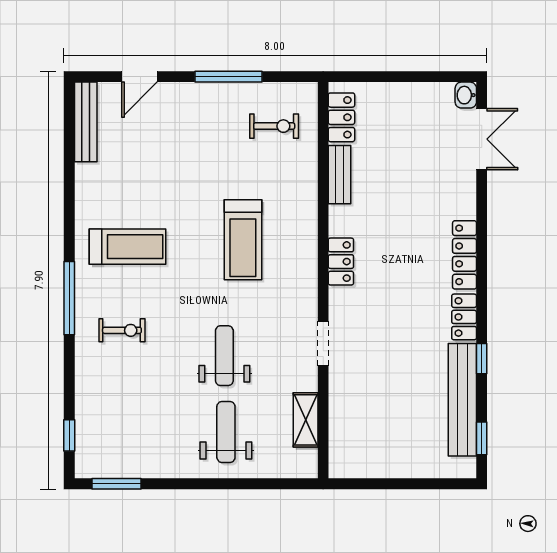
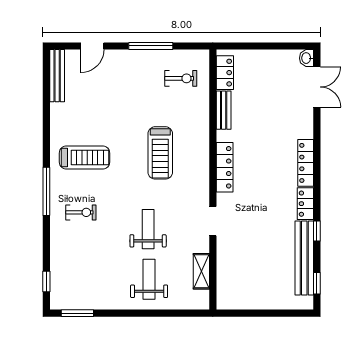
locker: (341, 262) -> (225, 167), width x1.53

